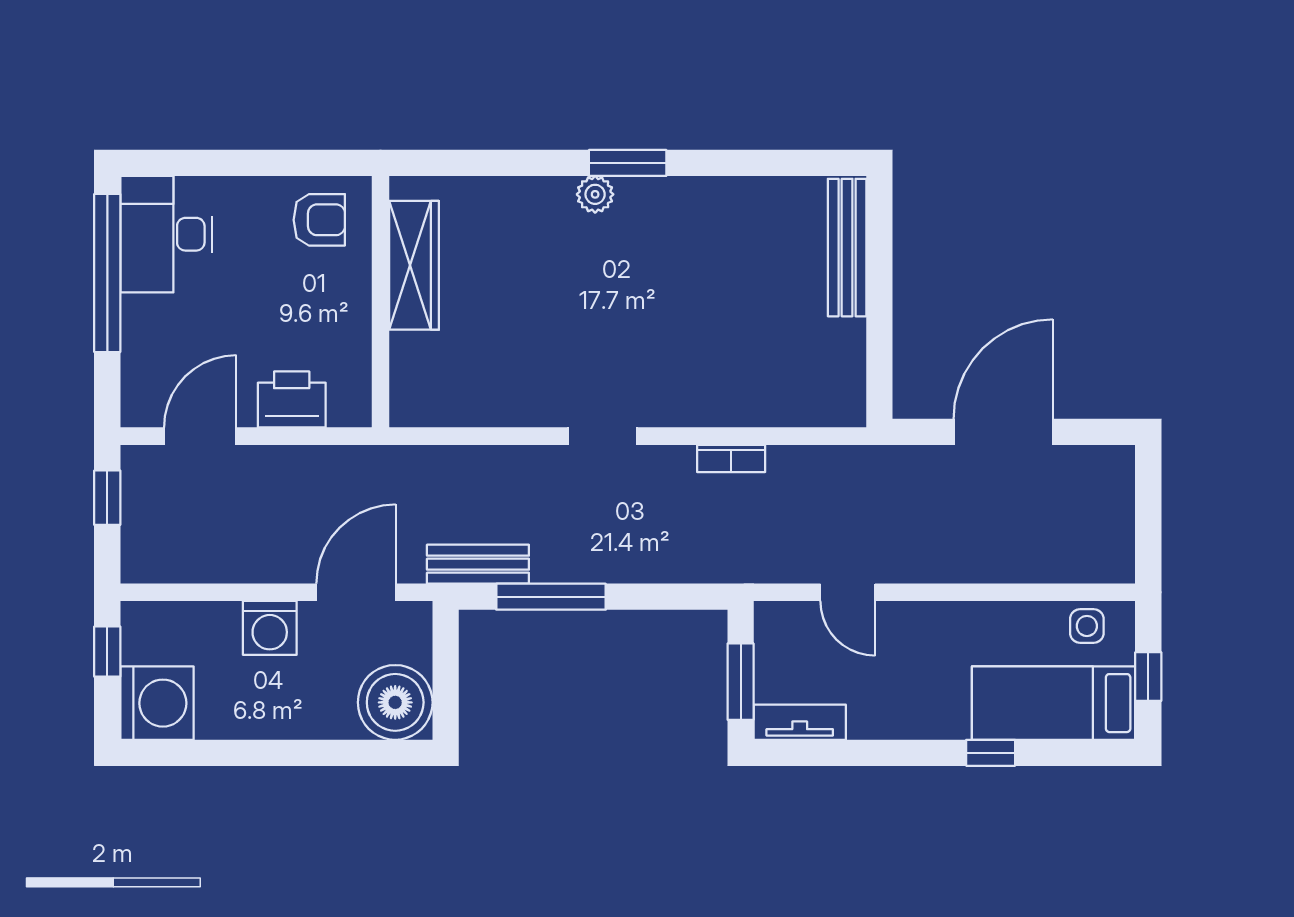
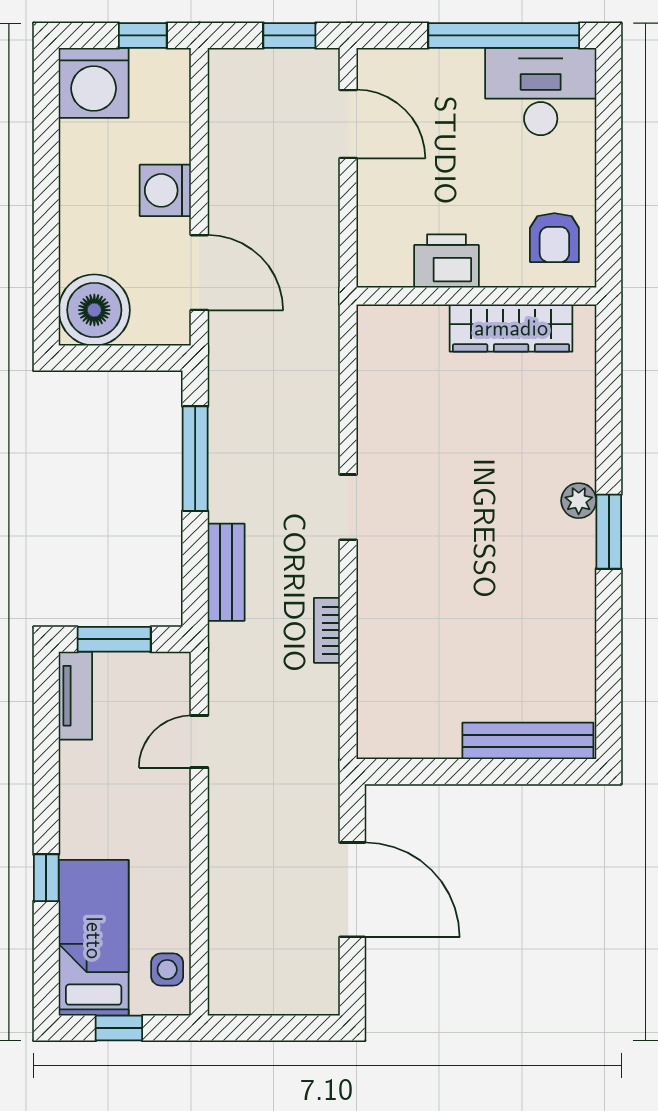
printer: (292, 399) -> (446, 261), moved, turned -90
bench: (478, 564) -> (226, 572), moved

